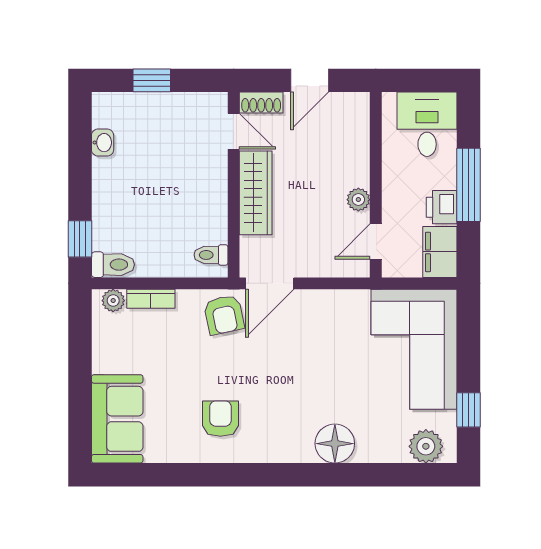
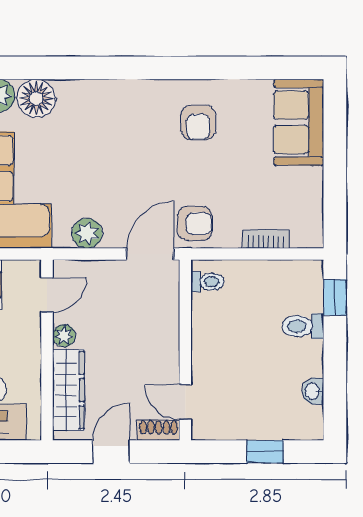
wardrobe: (256, 193) -> (69, 390), moved, turned 180
toilet: (113, 265) -> (303, 326), moved
plant: (113, 301) -> (87, 233), moved, width x1.38, depth x1.38
armchair: (224, 315) -> (195, 224), turned 102
floor lamp: (335, 444) -> (36, 98), moved

